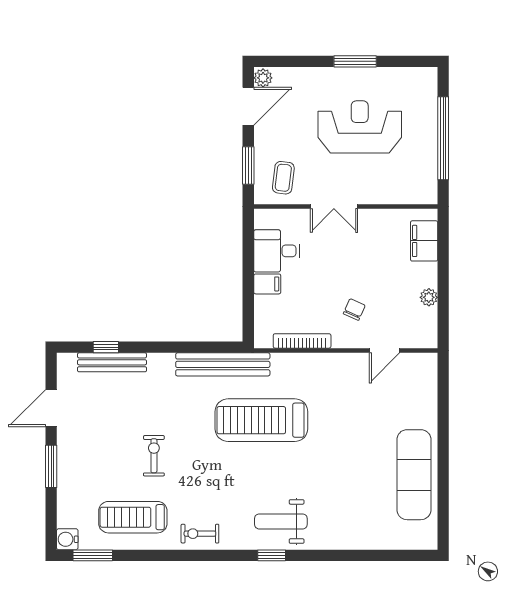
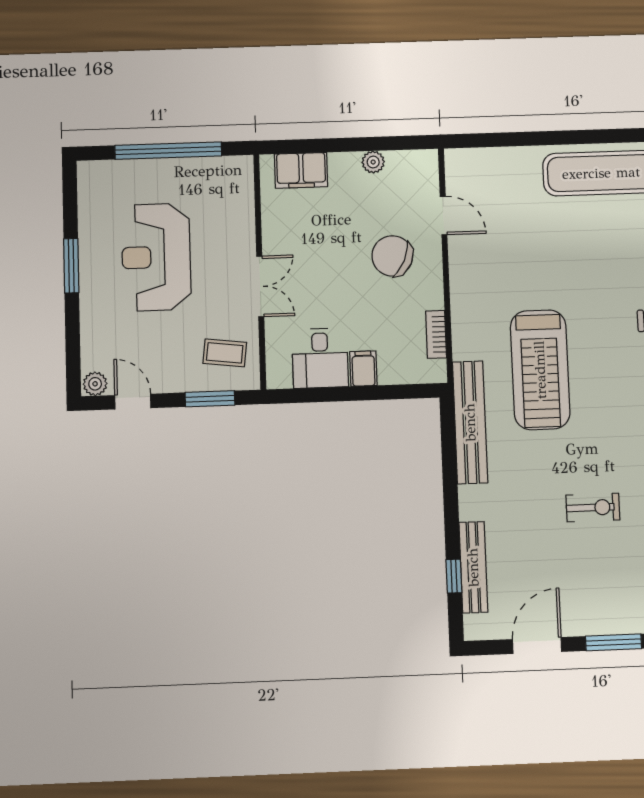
door: (248, 106) -> (133, 402), width x0.73
chair: (354, 309) -> (392, 256), width x1.87, depth x1.87
bookcase: (302, 341) -> (436, 334), width x0.64
door: (51, 408) -> (537, 645), swing flipped
exercise bike: (154, 456) -> (593, 508), turned 180

